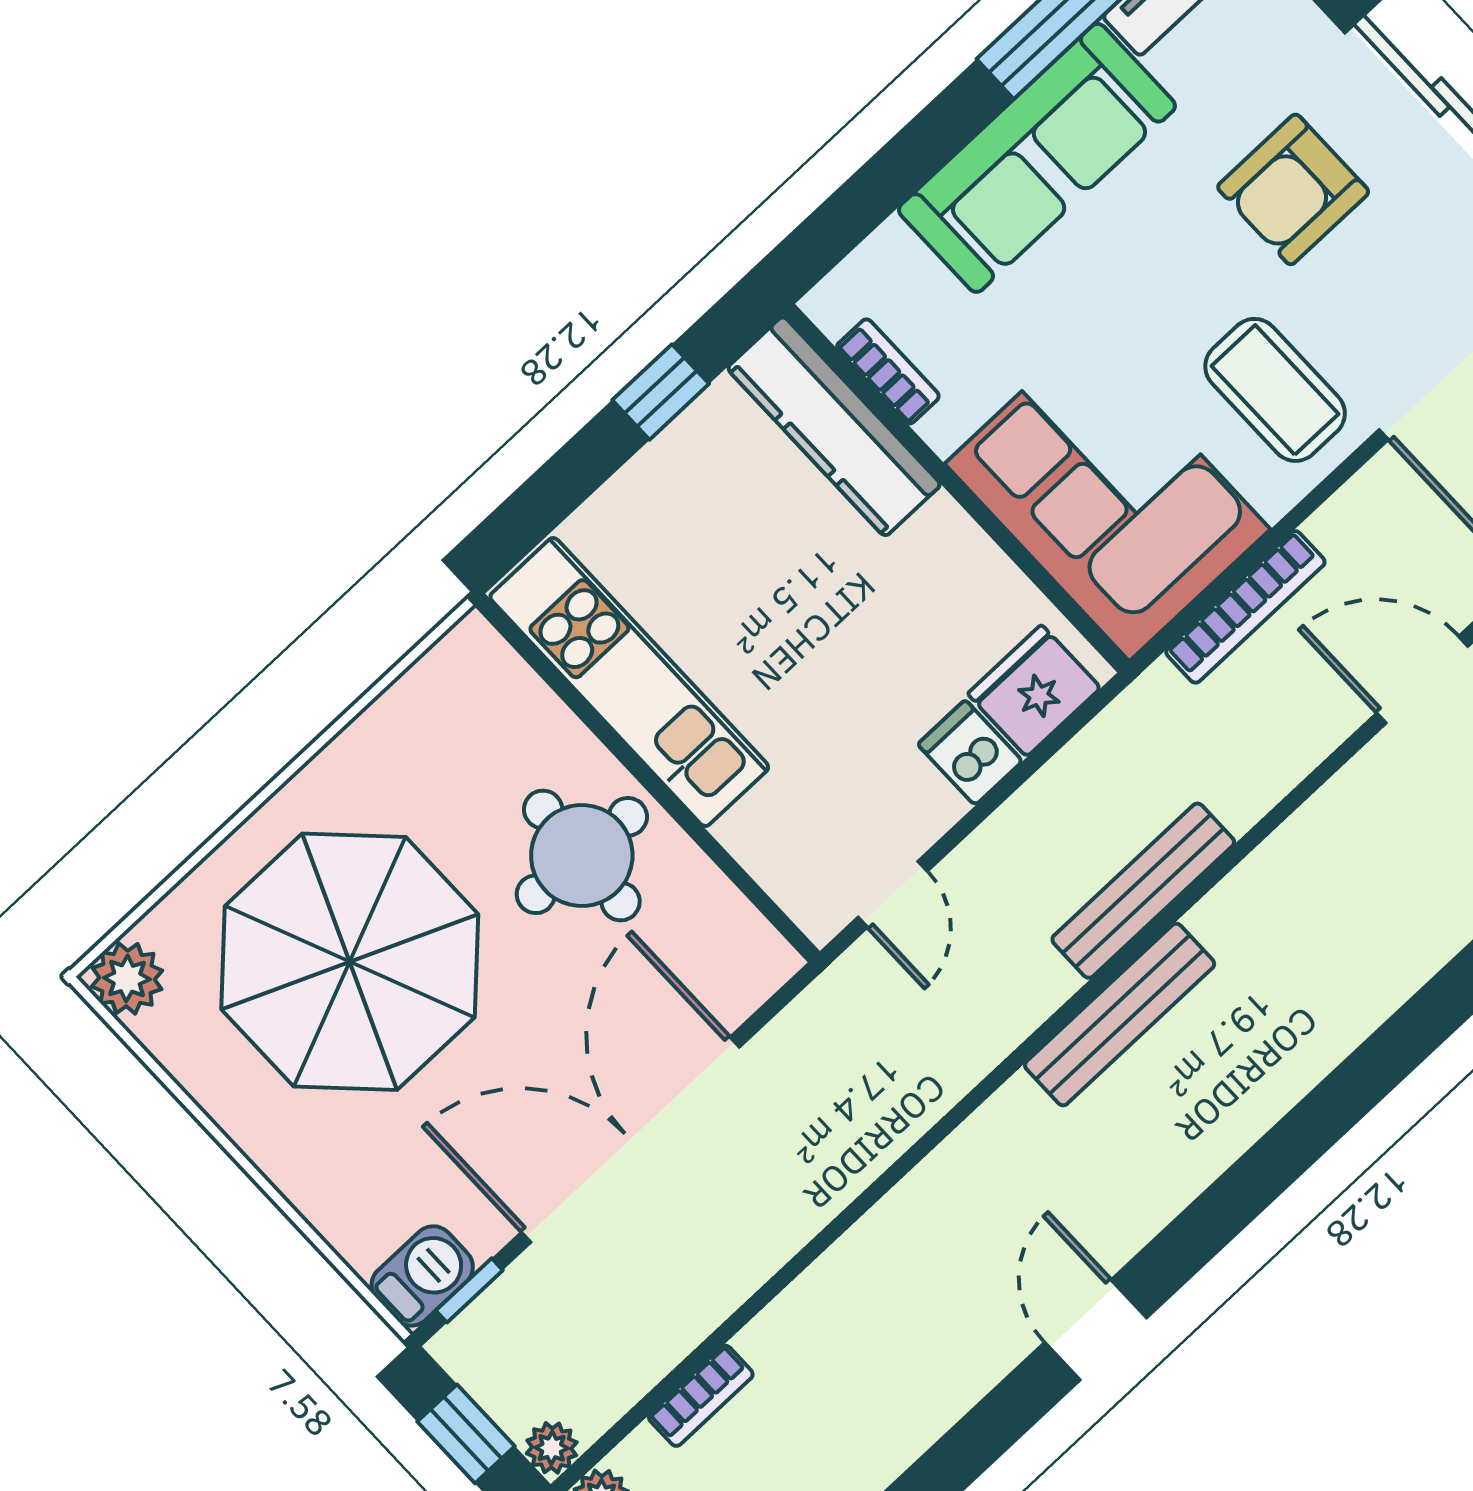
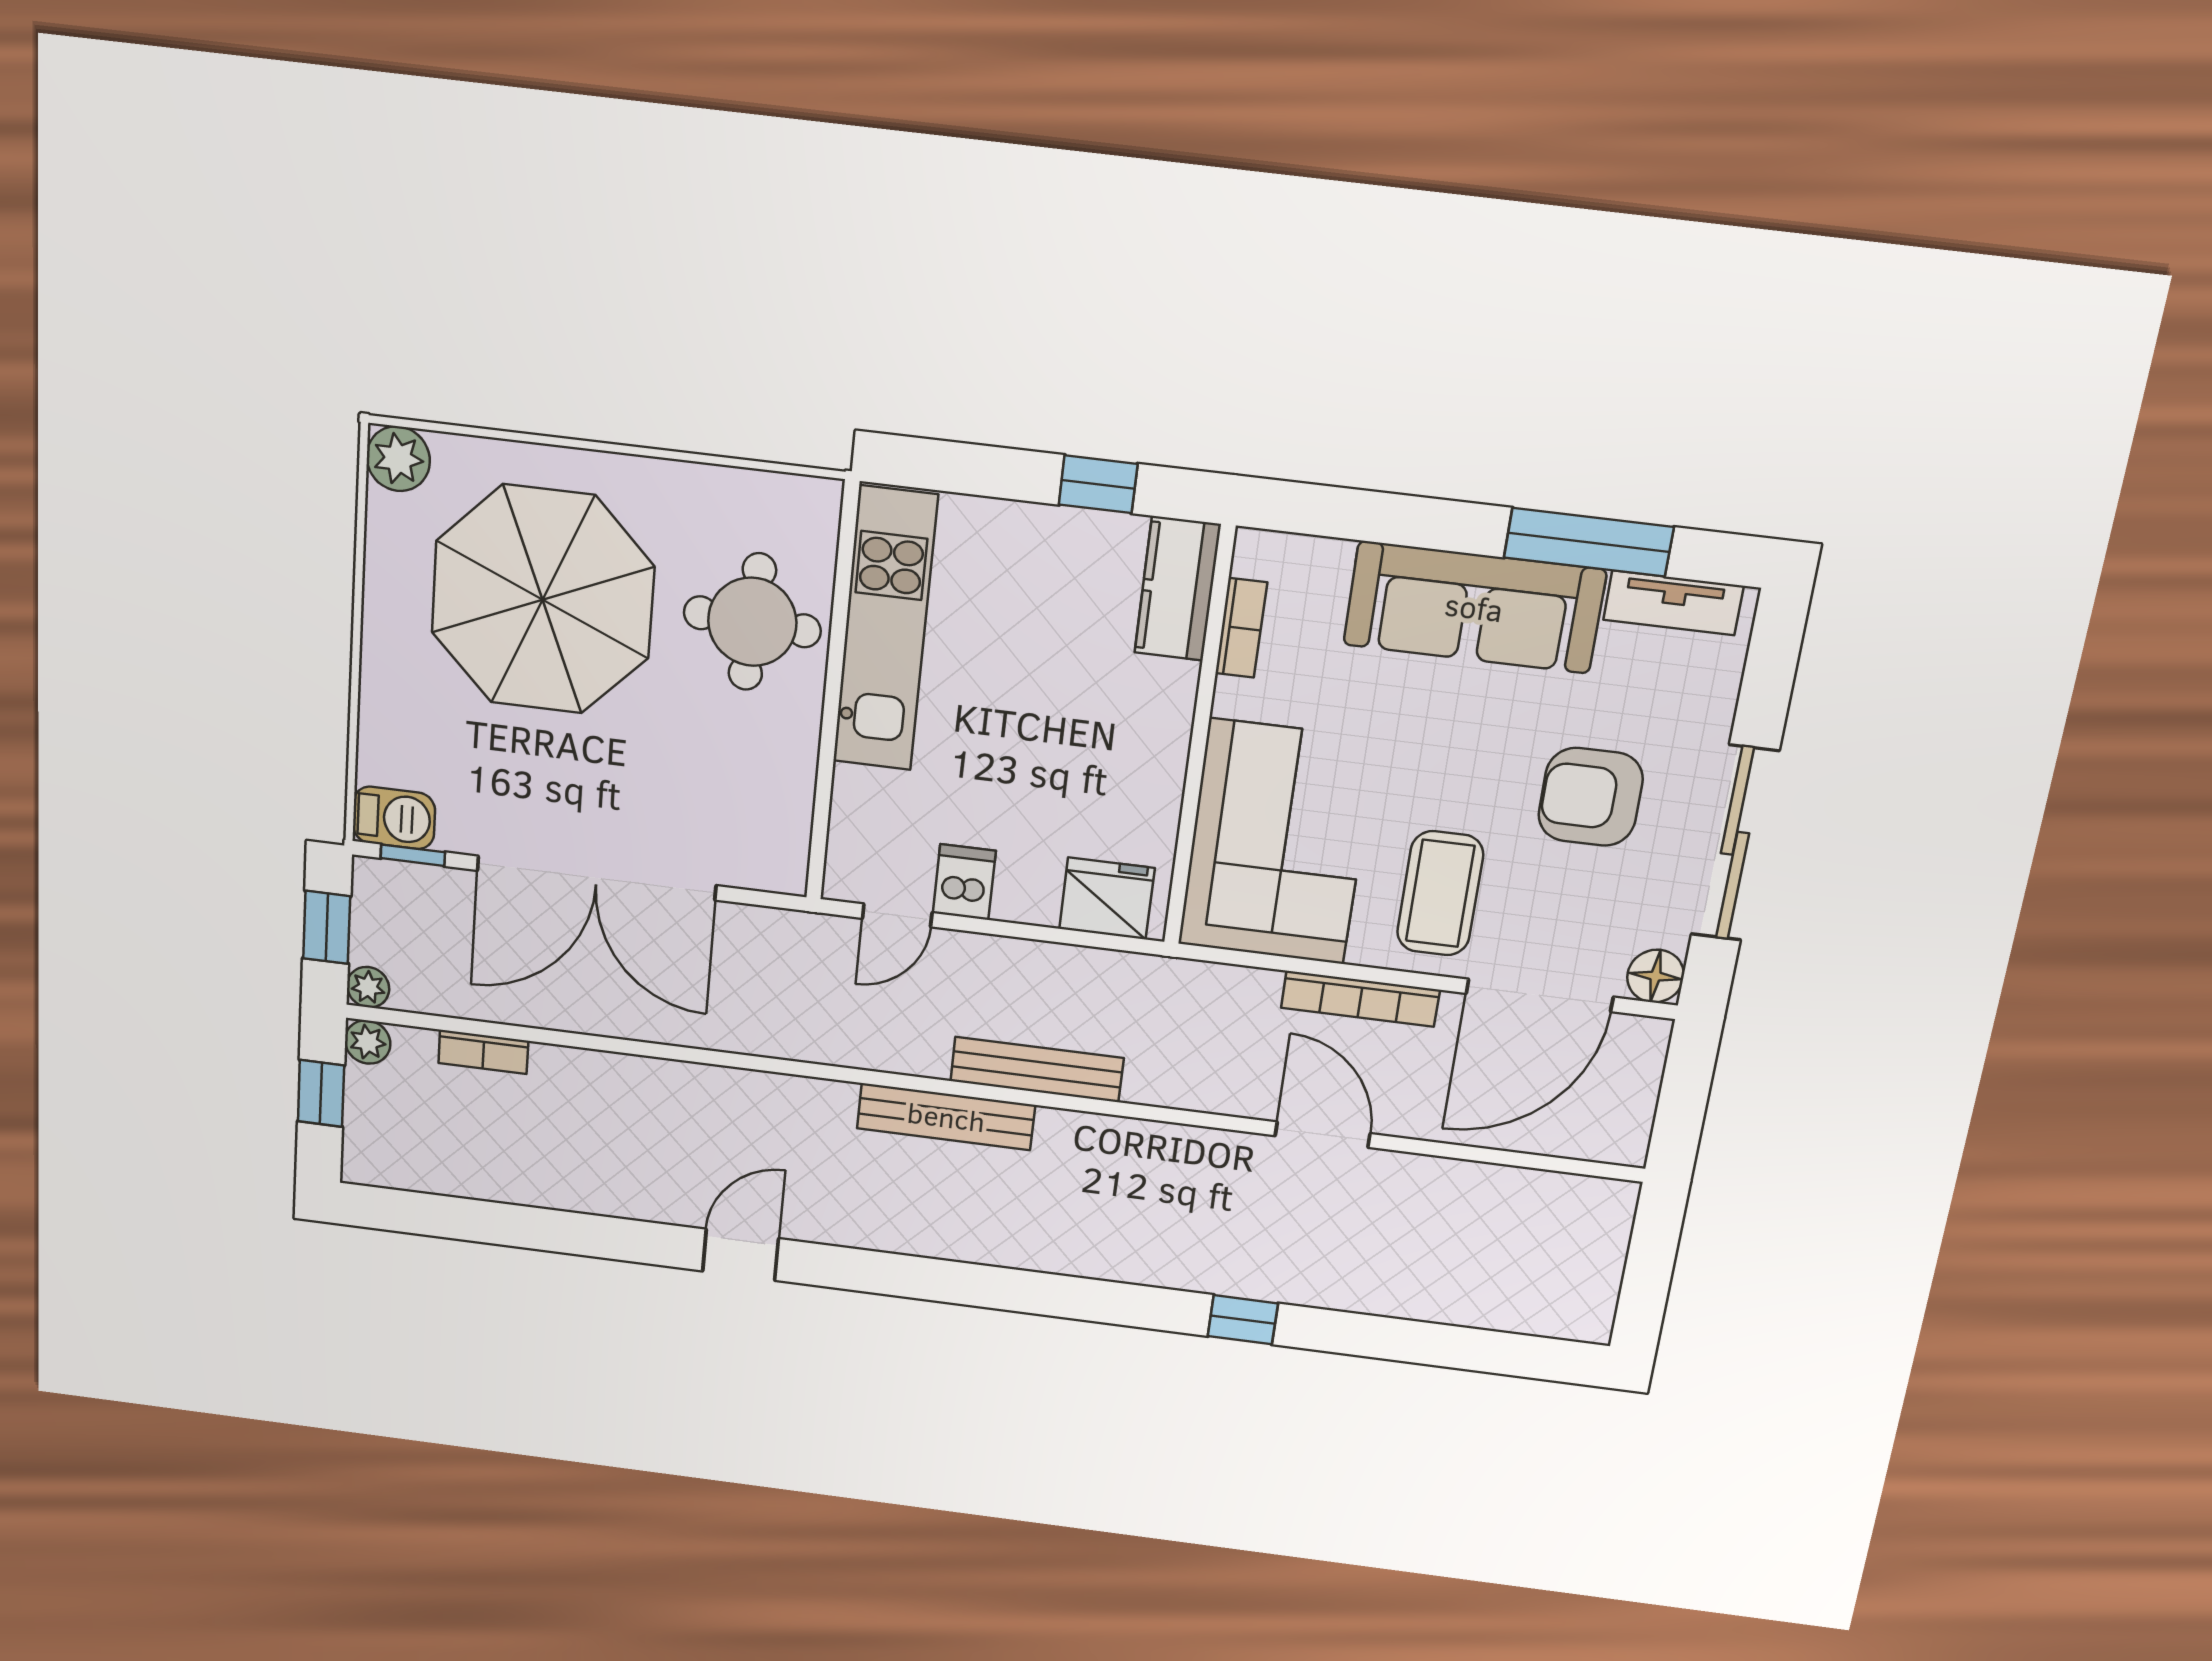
kitchen counter: (834, 426) -> (1178, 589), width x0.67
bookcase: (1245, 607) -> (1360, 999), moved
dishwasher: (970, 753) -> (964, 882), moved
round table: (582, 856) -> (752, 622), moved
double door: (630, 1140) -> (596, 878), swing flipped

